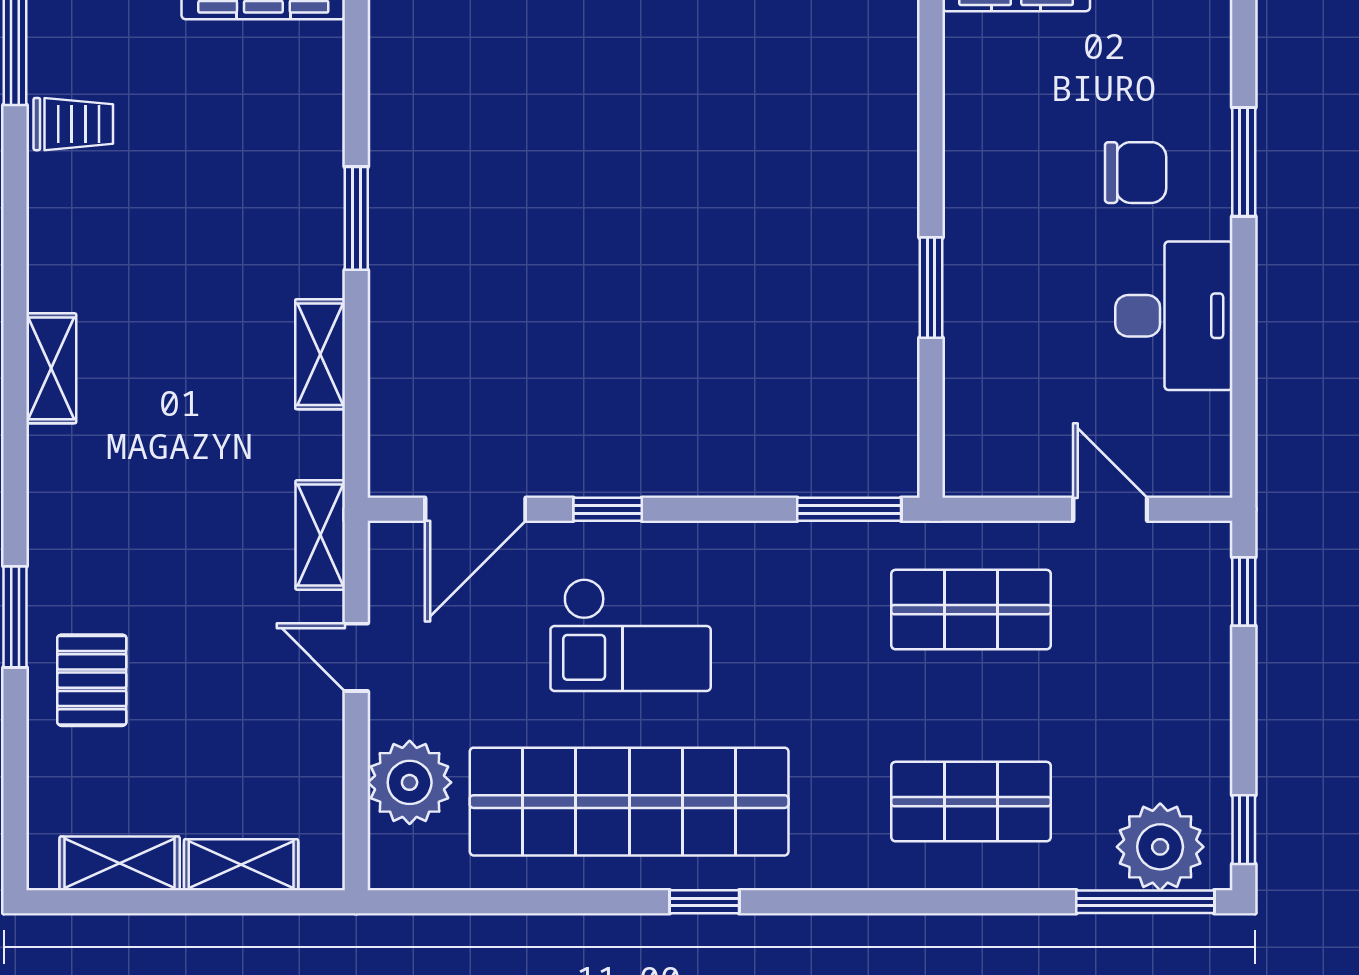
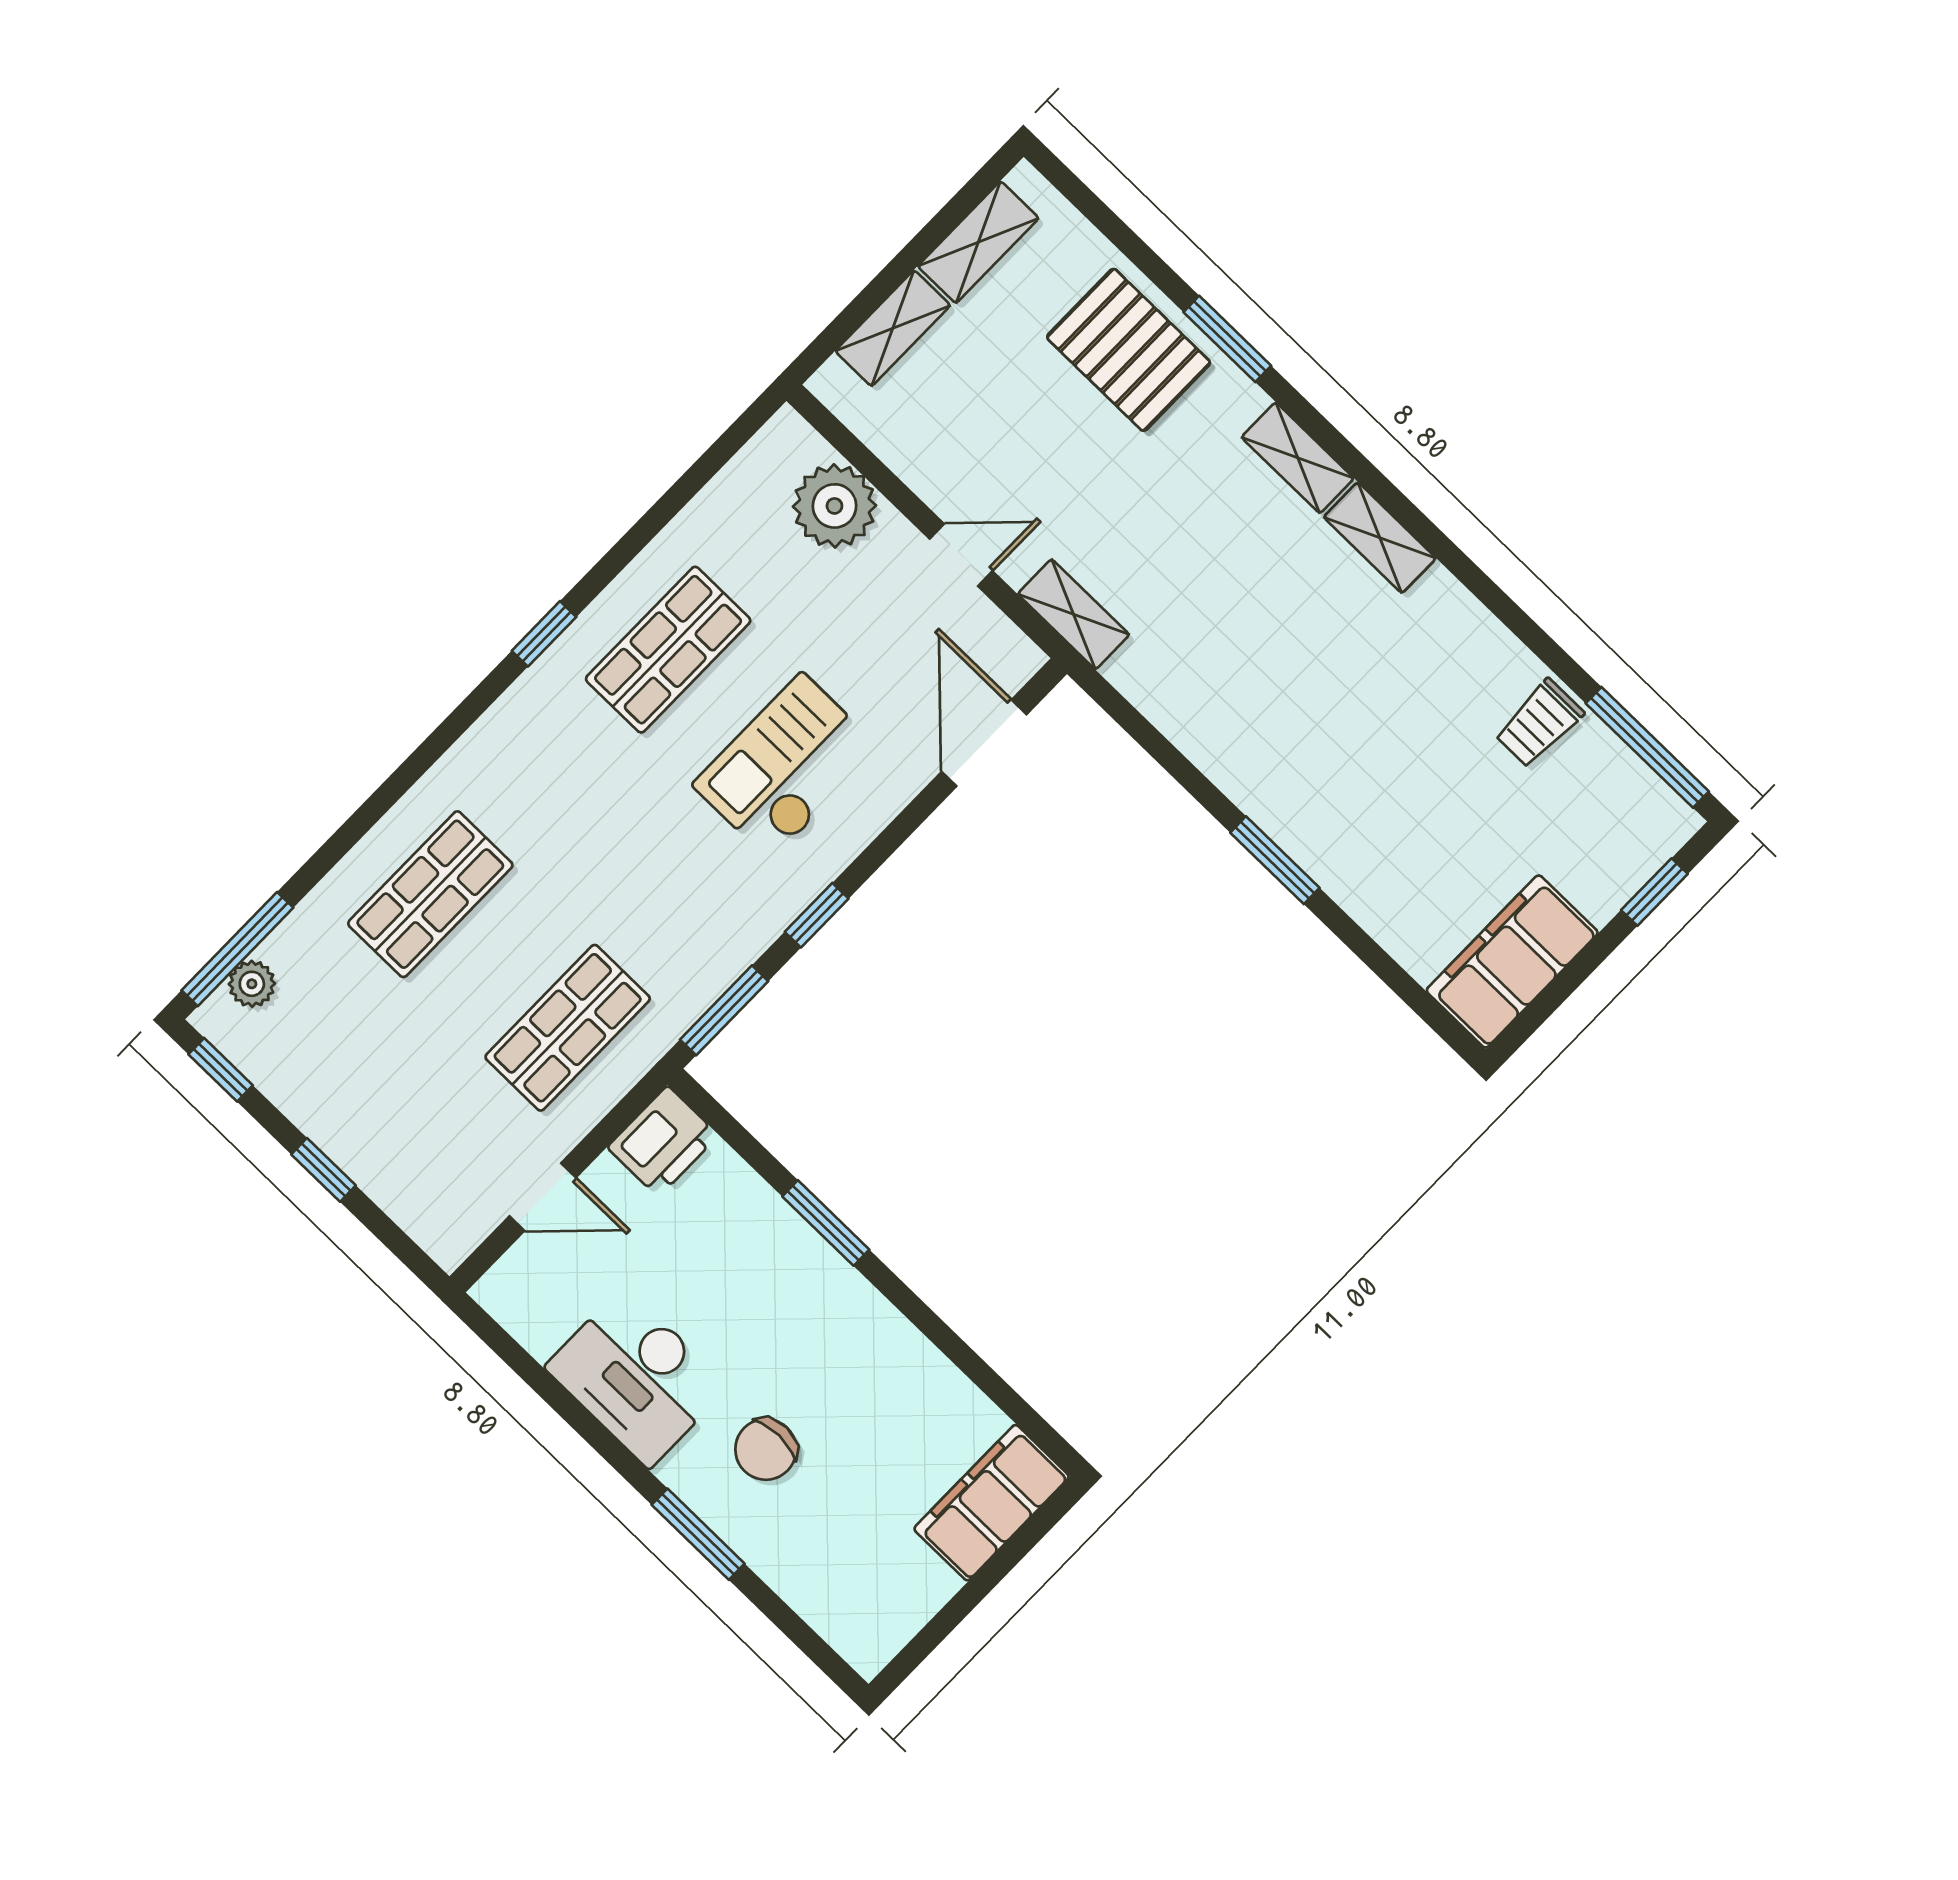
shelving: (320, 354) -> (1298, 458), moved
printer: (986, 462) -> (663, 1141), added
window: (608, 509) -> (817, 915), moved
window: (1244, 591) -> (323, 1170), moved
pallet: (92, 680) -> (1129, 350), width x1.50, depth x1.42
shop shelf: (629, 802) -> (668, 650), width x0.50, depth x0.74
plant: (1160, 847) -> (252, 984), width x0.53, depth x0.53

